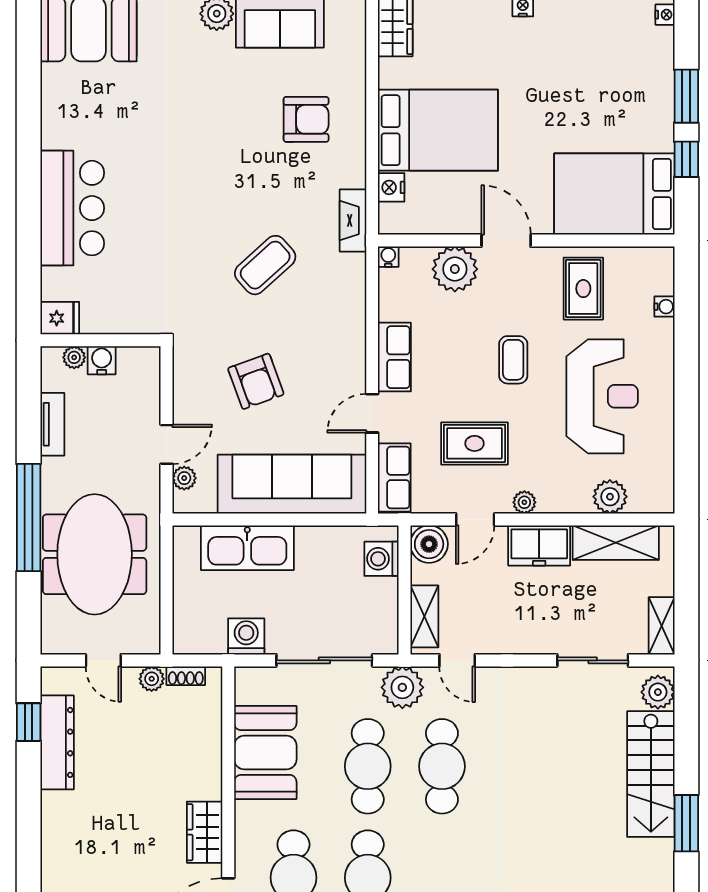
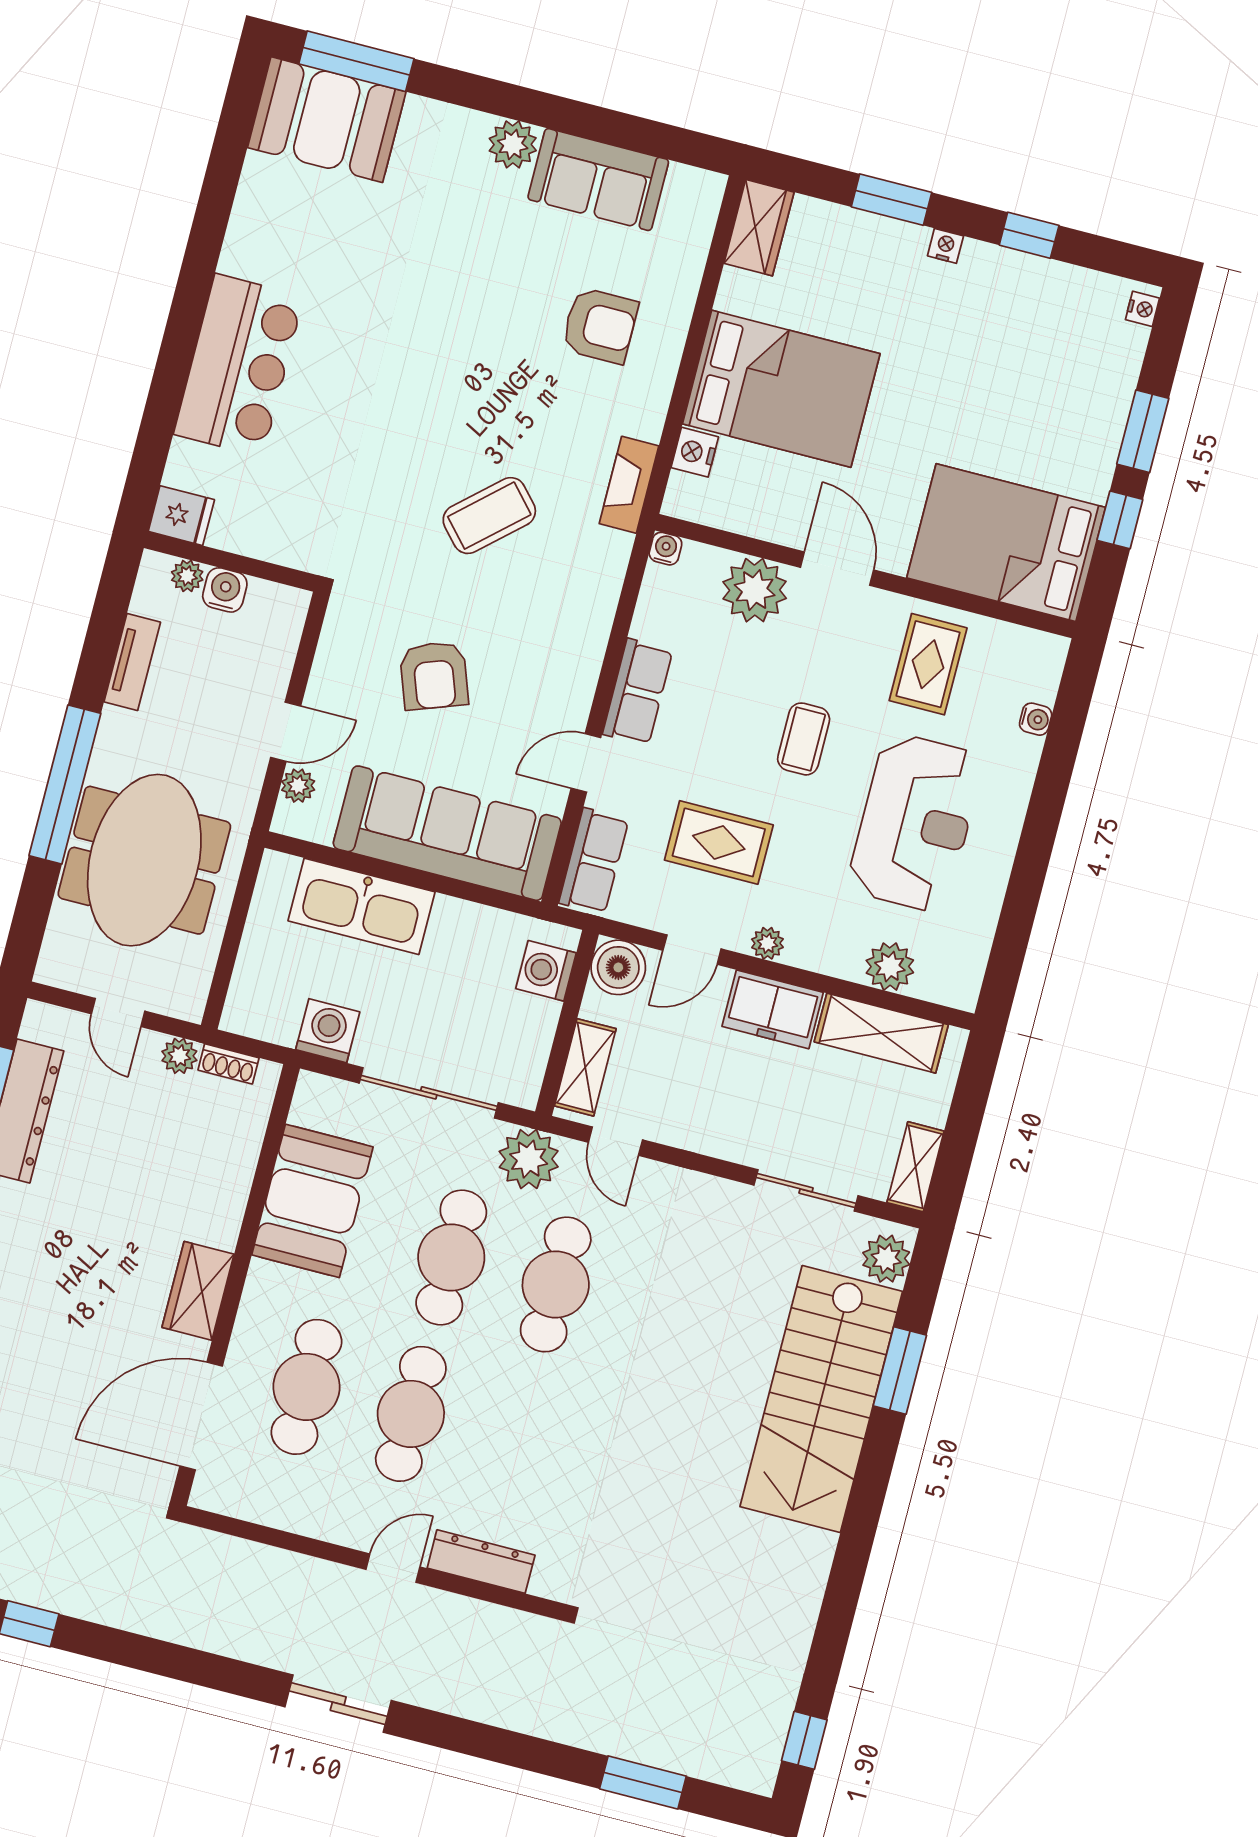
stairs: (651, 774) -> (821, 1399), width x1.36, depth x1.51
window: (686, 823) -> (900, 1371), moved

